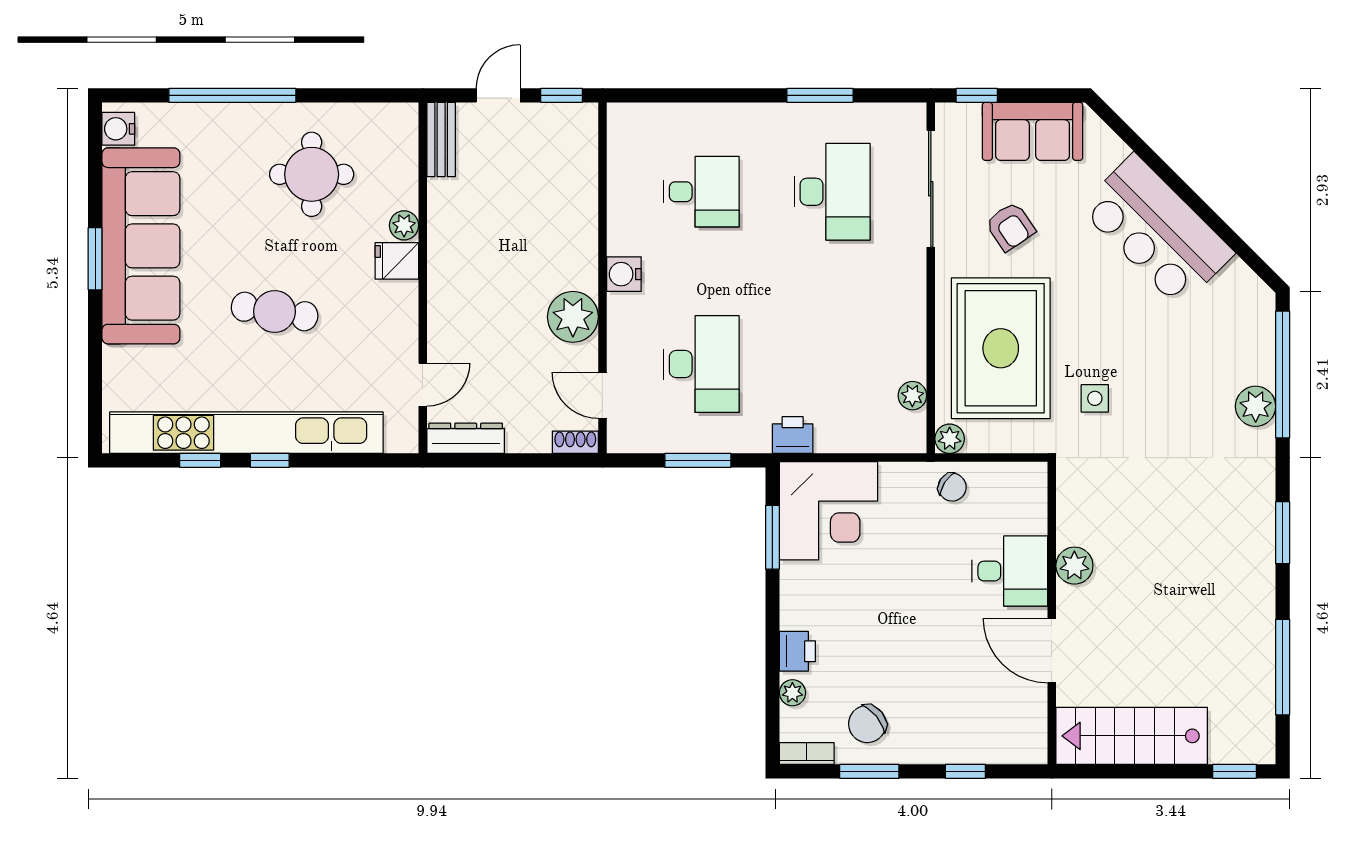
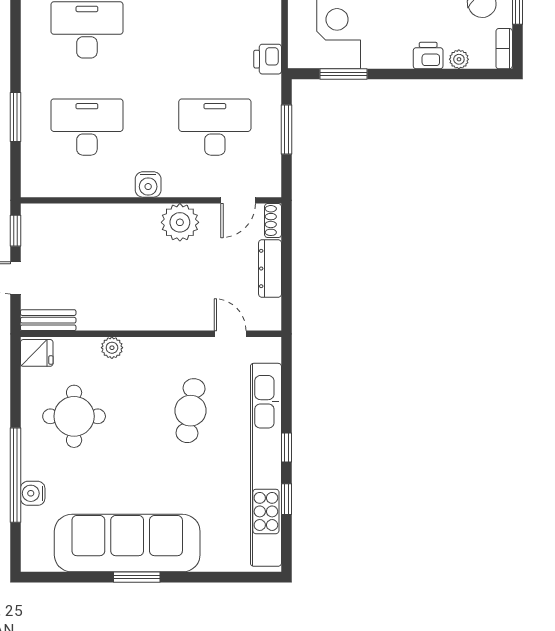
window: (820, 95) -> (15, 117), moved
water cooler: (118, 129) -> (33, 493), moved, turned 90
desk: (701, 192) -> (87, 127), width x1.37
fridge: (397, 261) -> (37, 353), moved, turned -90
cafe table: (275, 311) -> (191, 411), moved
dresser: (466, 438) -> (270, 269), moved

